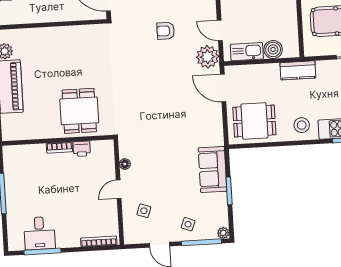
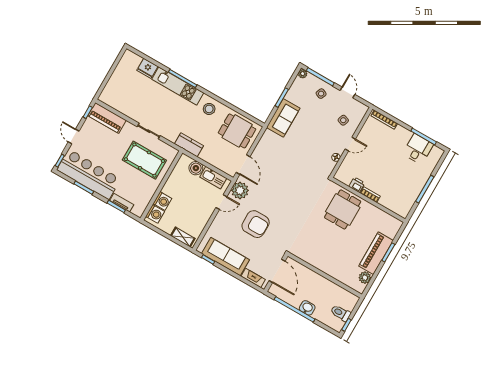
door: (220, 30) -> (221, 202), hinge flipped
armchair: (166, 31) -> (256, 224), width x1.88, depth x1.88

